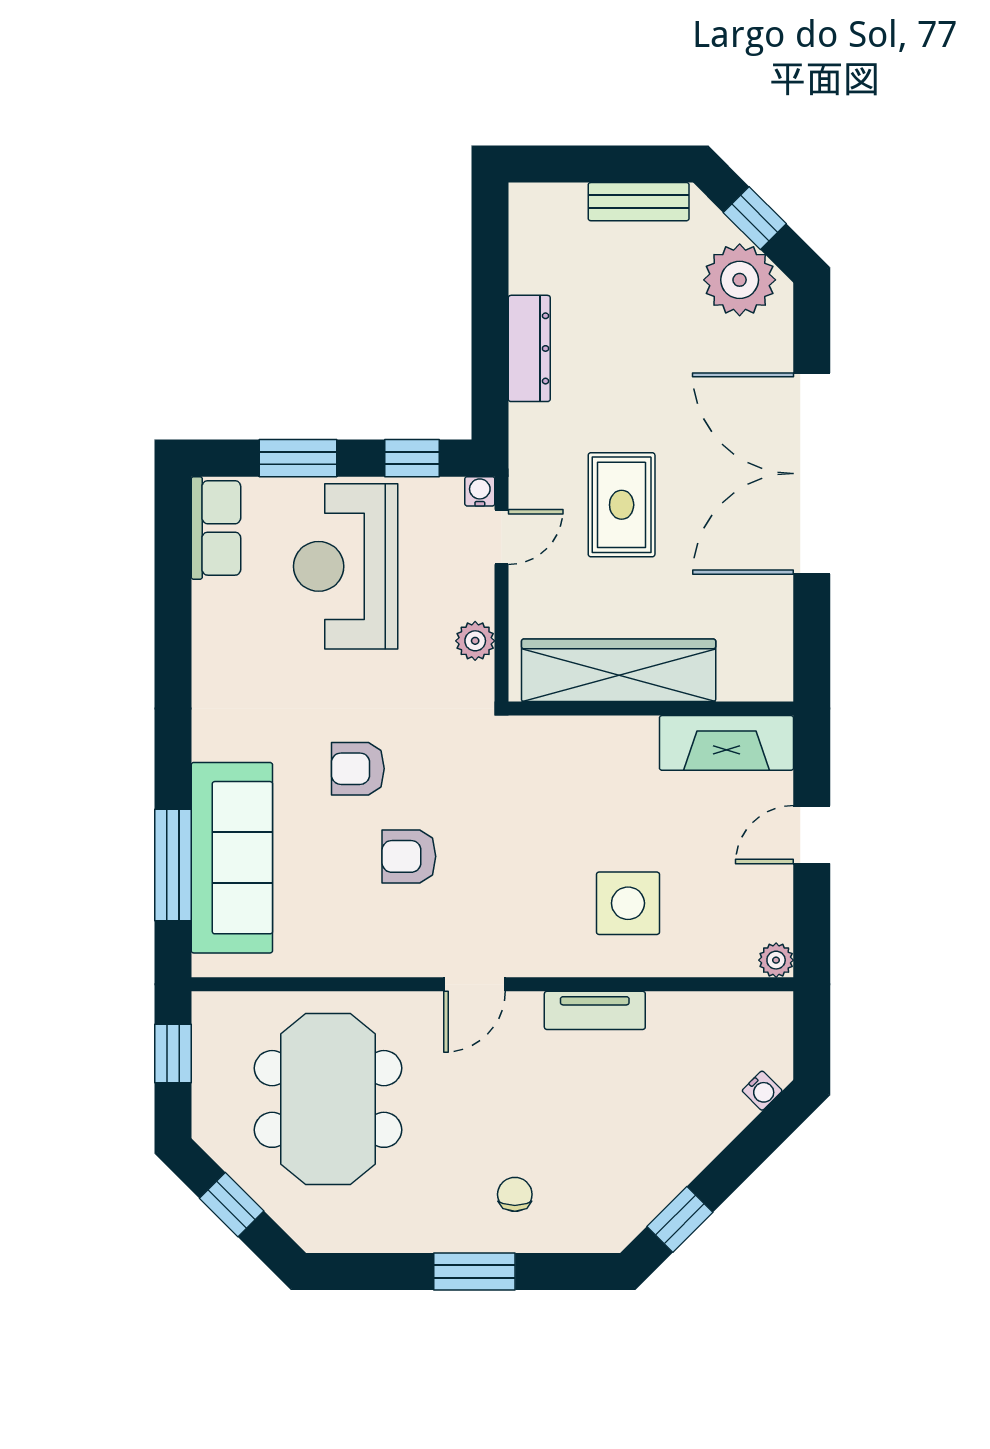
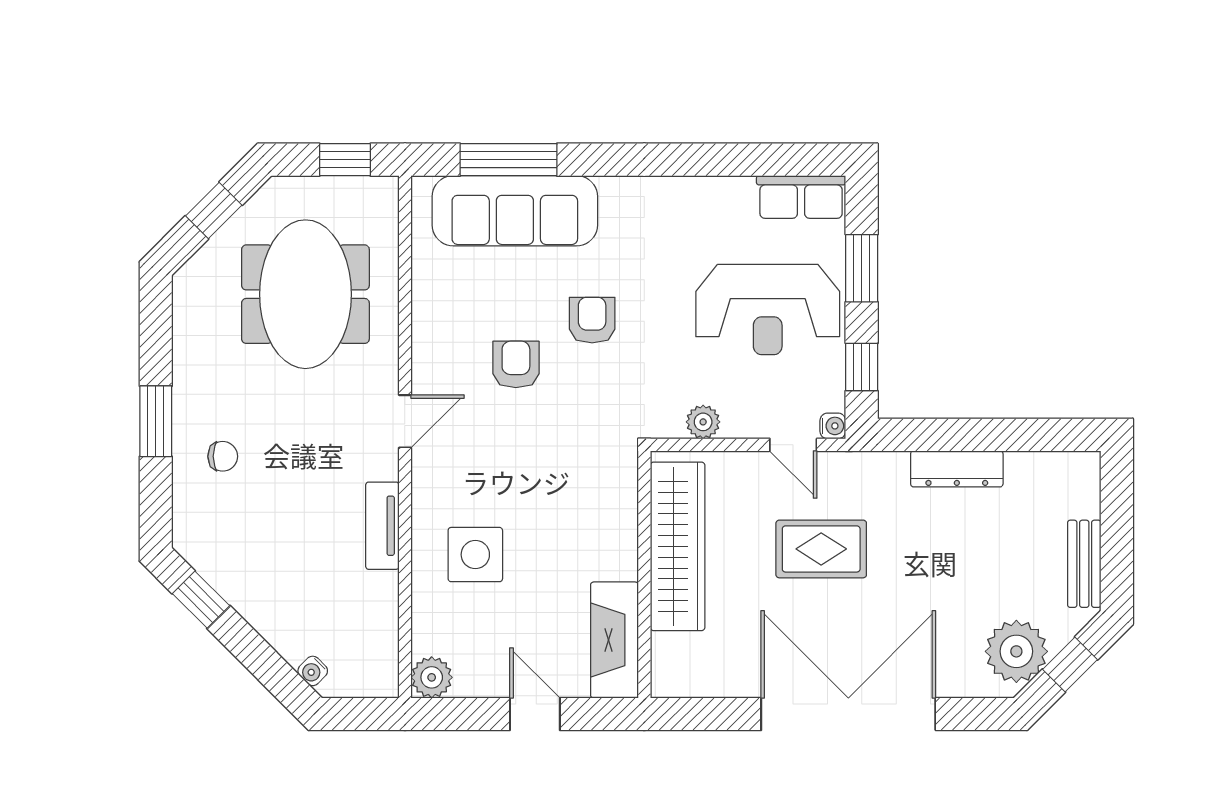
reception desk: (346, 566) -> (768, 310), turned 180
plant: (776, 960) -> (432, 677), width x1.38, depth x1.38
door: (475, 984) -> (405, 421), swing flipped
meeting table: (328, 1099) -> (305, 294), turned 90

